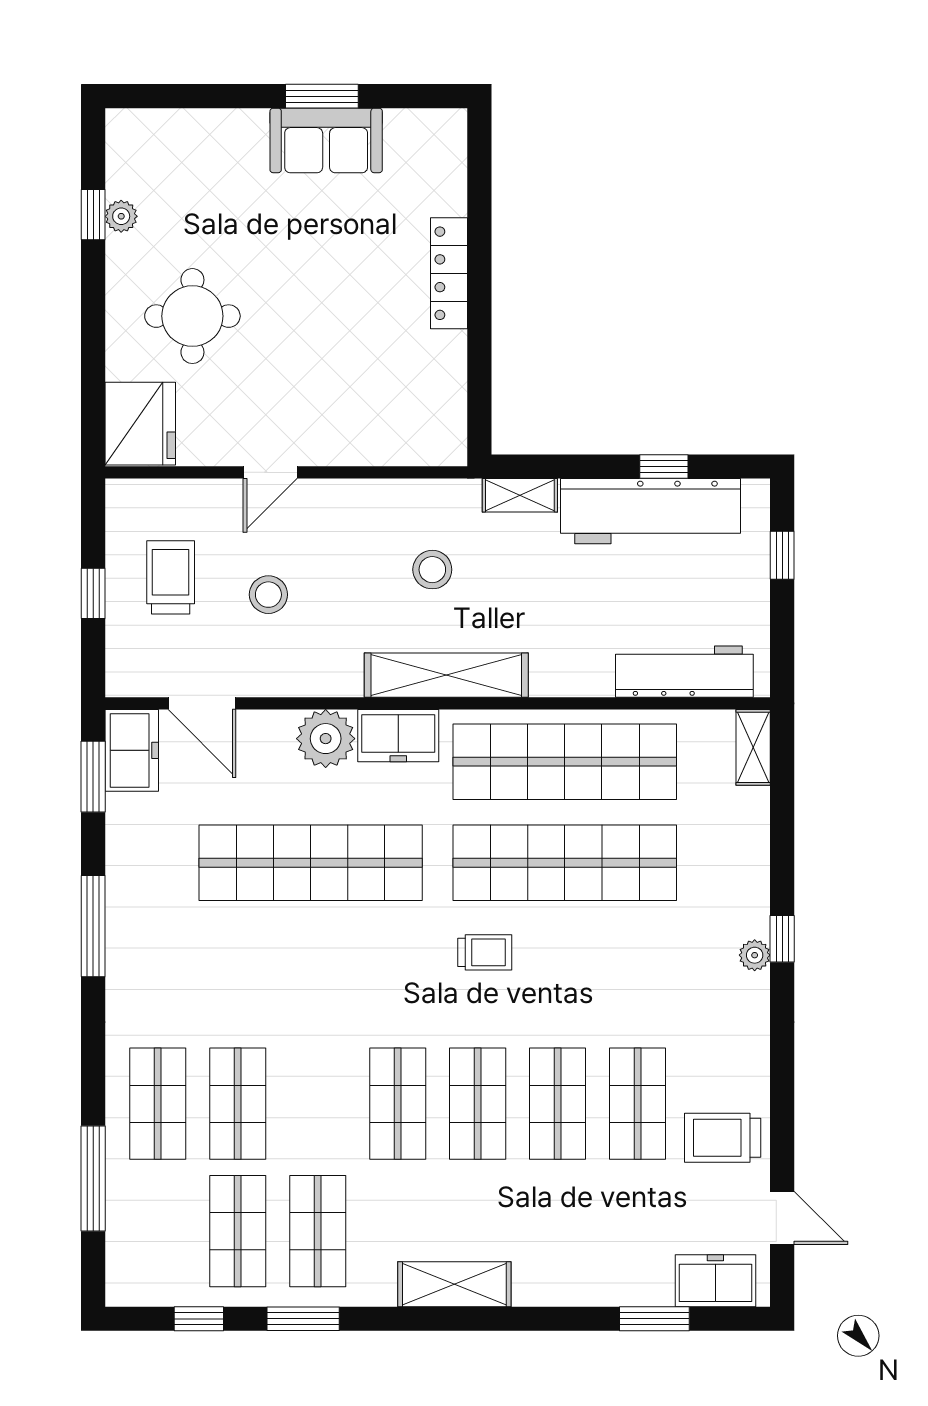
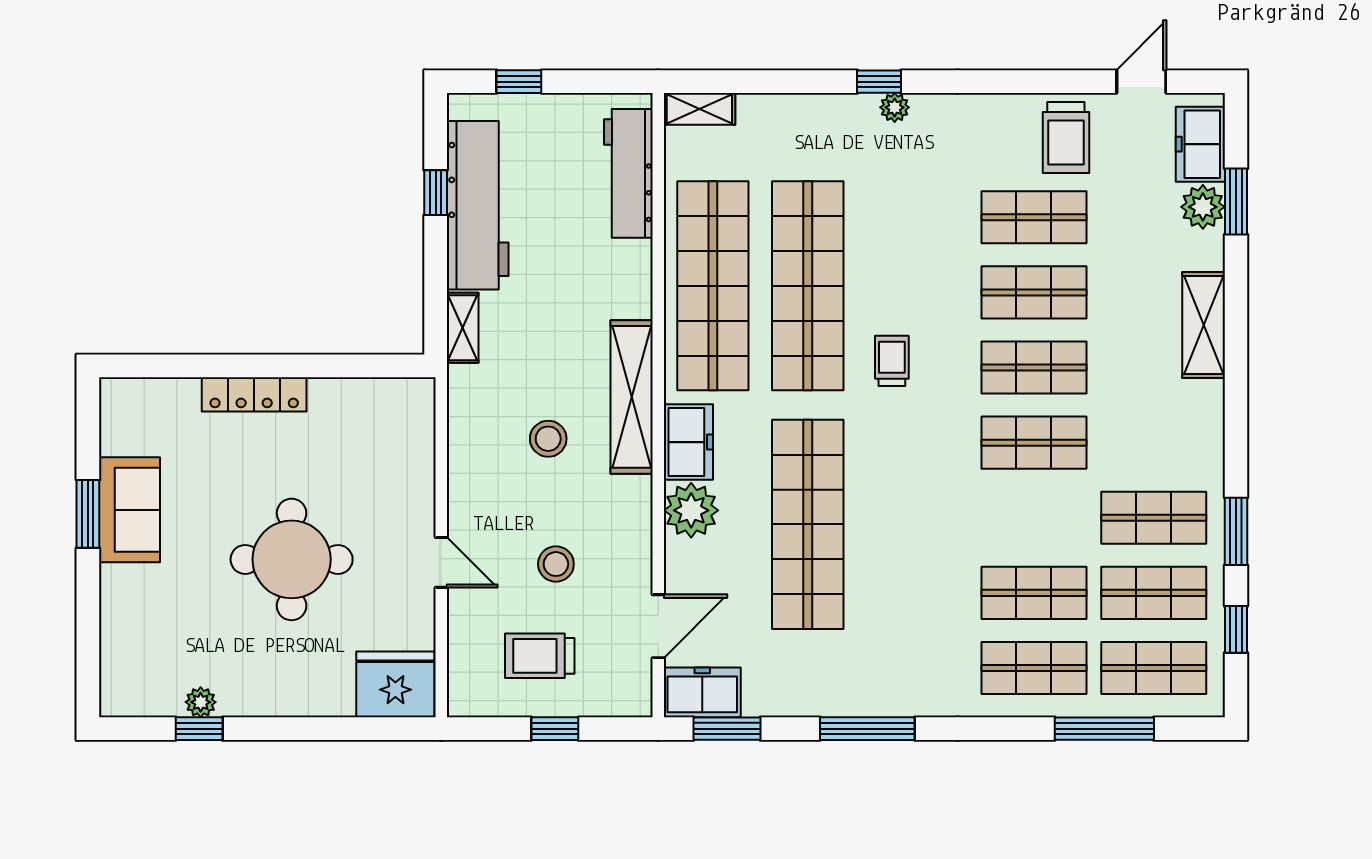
round table: (192, 316) -> (292, 559), moved, width x1.36, depth x1.36
stool: (432, 570) -> (548, 439), moved
shop shelf: (158, 1231) -> (1154, 668), added
plant: (649, 1283) -> (1203, 207), added
shelving: (454, 1284) -> (1204, 325), moved

